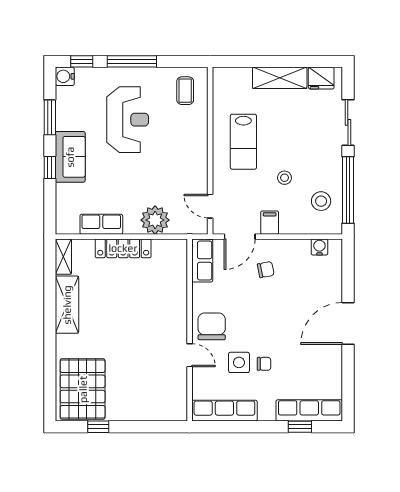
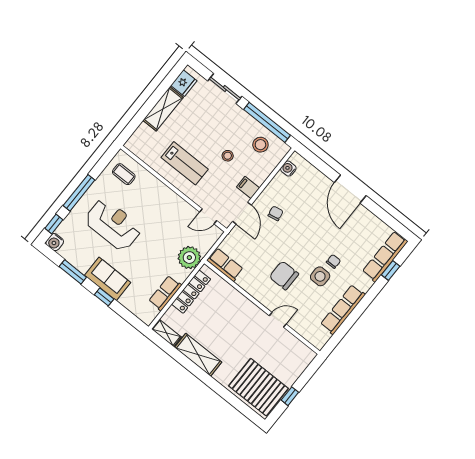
row of seats: (202, 261) -> (225, 265), moved
wall: (190, 330) -> (262, 307), moved
door: (190, 355) -> (278, 320), moved

